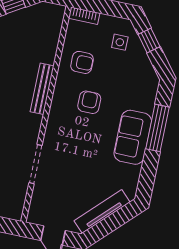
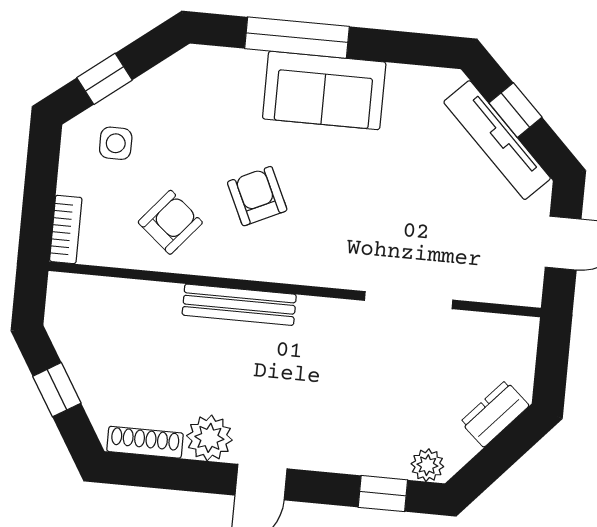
armchair: (82, 62) -> (170, 222), turned 40
armchair: (89, 102) -> (257, 196), turned 65
window: (114, 221) -> (515, 110), added

